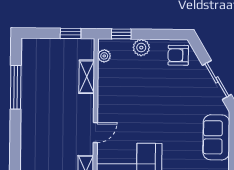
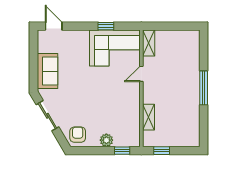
armchair: (178, 55) -> (78, 135), turned -90
plant: (104, 56) -> (135, 133), removed
window: (16, 87) -> (204, 88), moved

